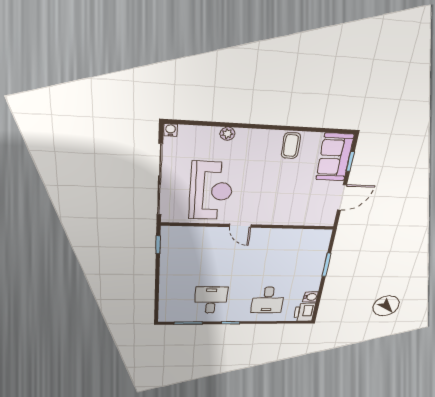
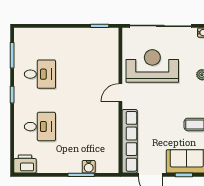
reception desk: (211, 191) -> (152, 66), turned 180
row of seats: (299, 218) -> (130, 141), added
water cooler: (311, 297) -> (89, 167), moved
desk: (268, 300) -> (40, 127), turned 180

